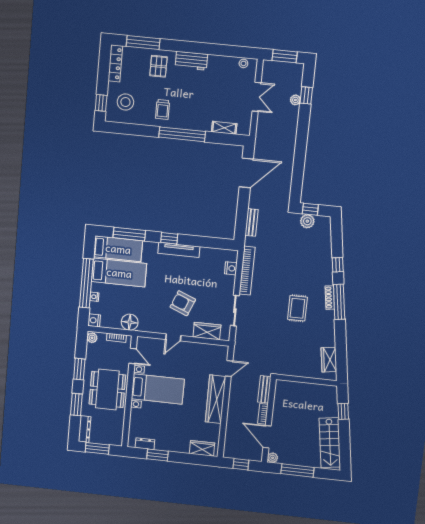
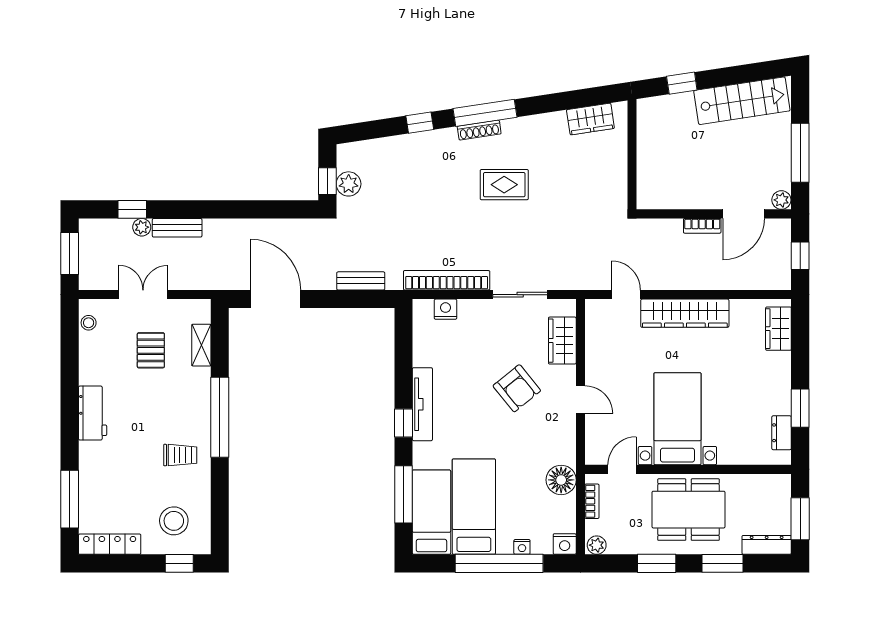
pallet: (158, 66) -> (151, 350), moved, turned 90
armchair: (183, 303) -> (517, 388), turned -61
bench: (264, 389) -> (177, 228), moved

